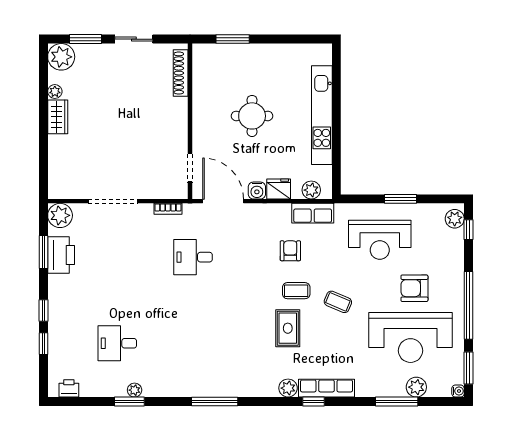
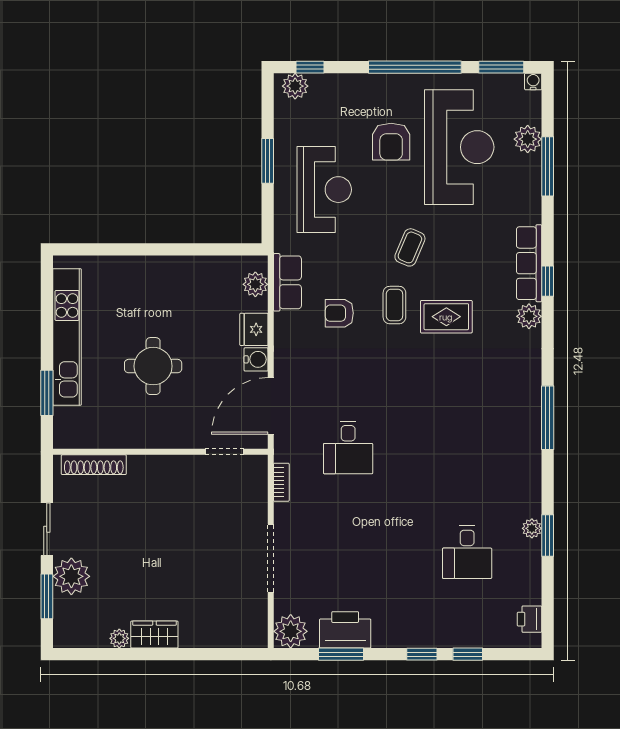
plant: (61, 57) -> (71, 576), moved
kitchen unit: (322, 115) -> (67, 337), moved, turned -90

